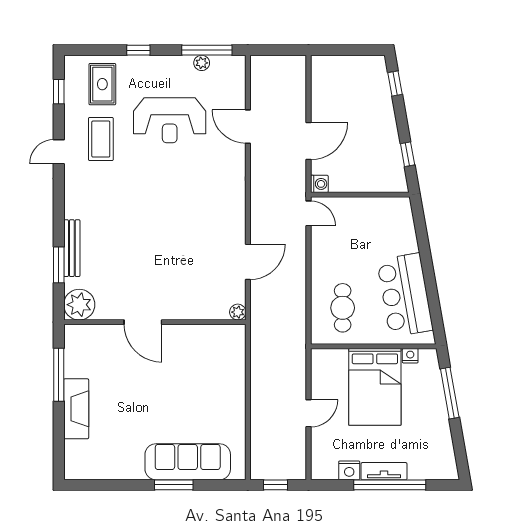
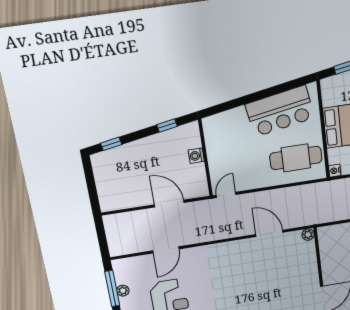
washing machine: (319, 184) -> (196, 156), moved, turned -90
cafe table: (343, 308) -> (296, 158), width x1.37, depth x1.35
nightstand: (410, 356) -> (335, 171), moved

